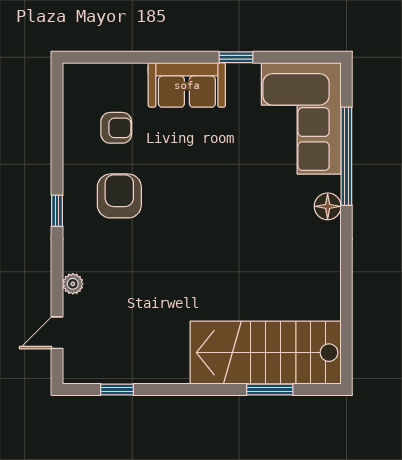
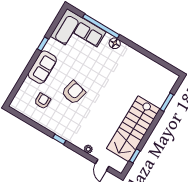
armchair: (119, 196) -> (74, 93), moved, turned 104
stairs: (266, 353) -> (133, 129), moved

